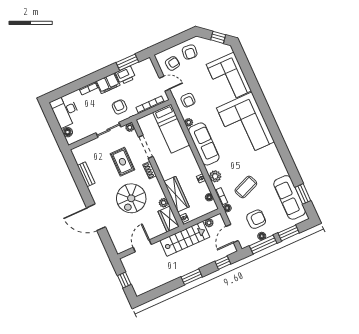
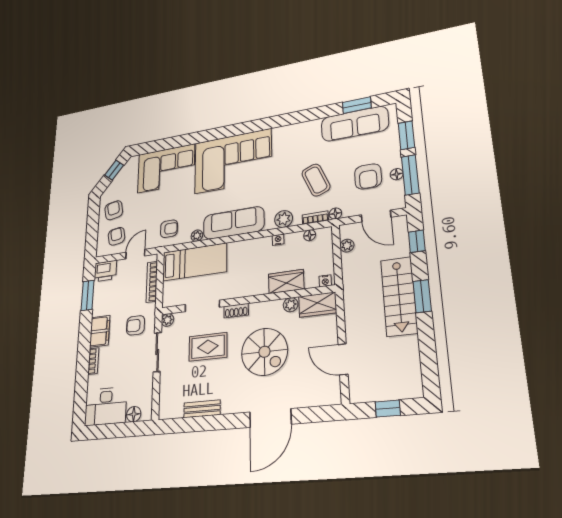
armchair: (190, 52) -> (114, 210), turned -106
printer: (126, 75) -> (105, 271), moved, turned 90
wardrobe: (177, 194) -> (286, 281), width x0.67
armchair: (256, 219) -> (368, 176), turned 180
stairs: (185, 239) -> (399, 296), moved, turned 180

